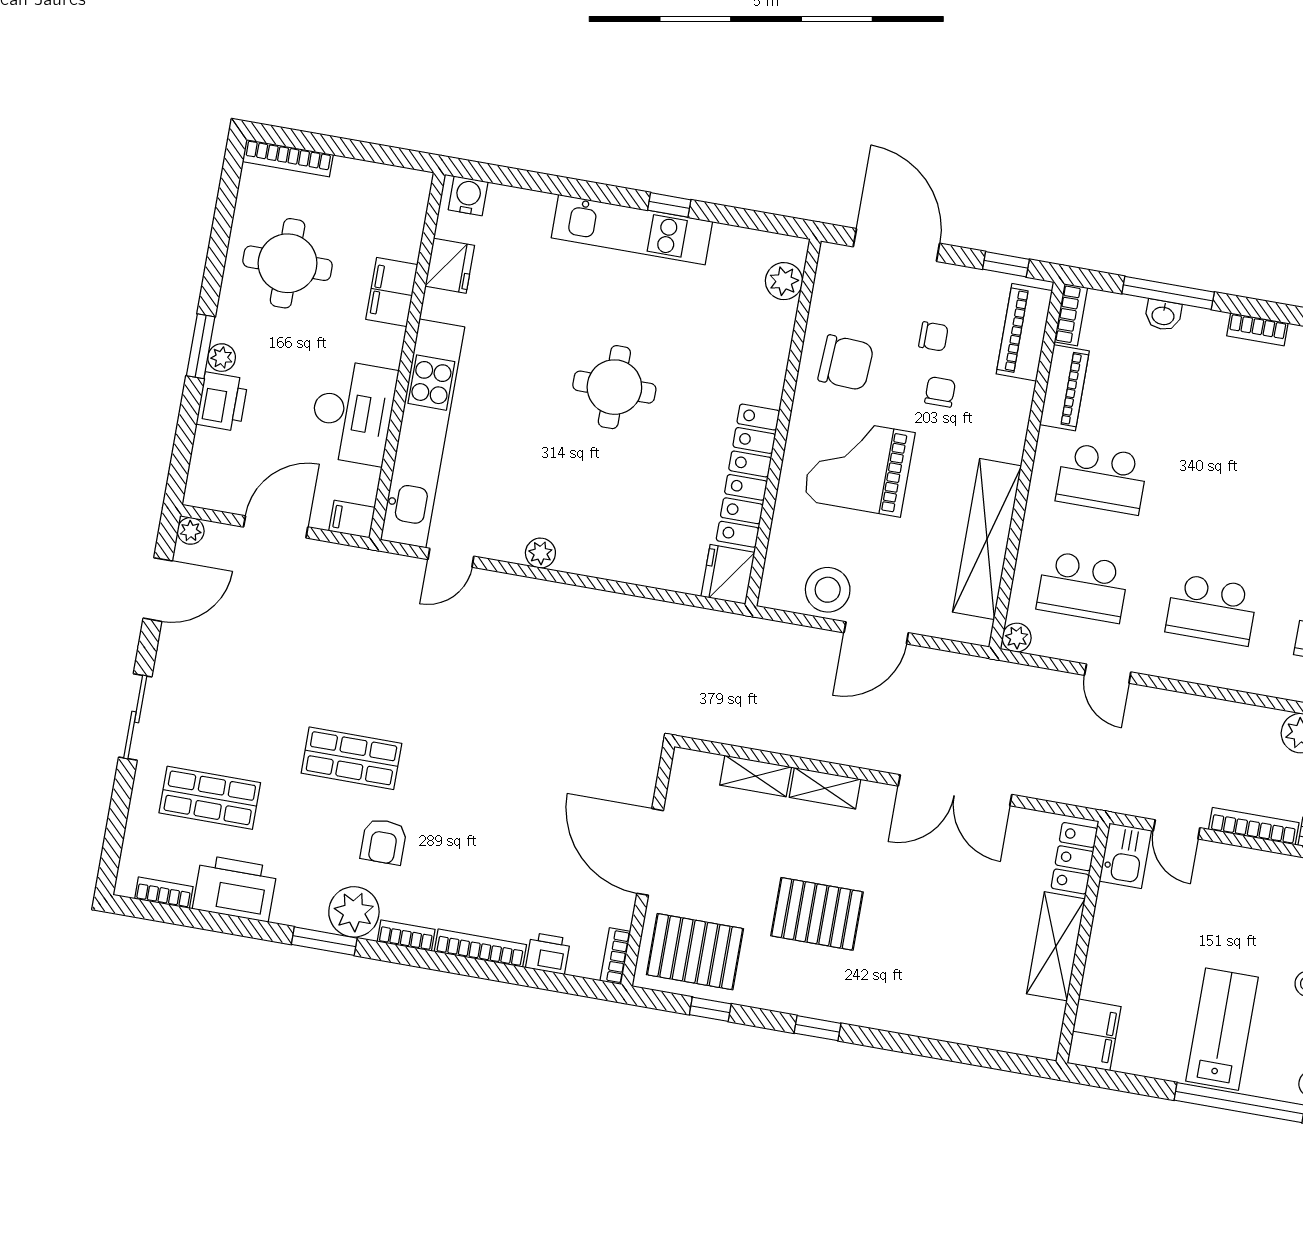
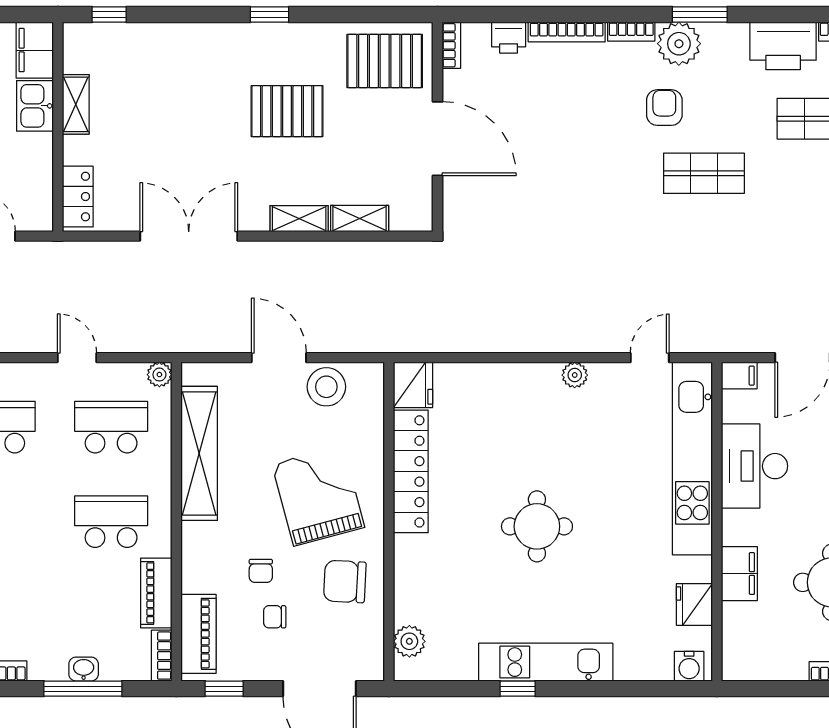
grand piano: (859, 466) -> (318, 496), turned -105
door: (876, 633) -> (279, 358), hinge flipped
kitchen sink: (1125, 856) -> (35, 106), moved
shelving: (1056, 946) -> (76, 104), width x0.67, depth x0.75
window: (710, 1009) -> (109, 15), moved

